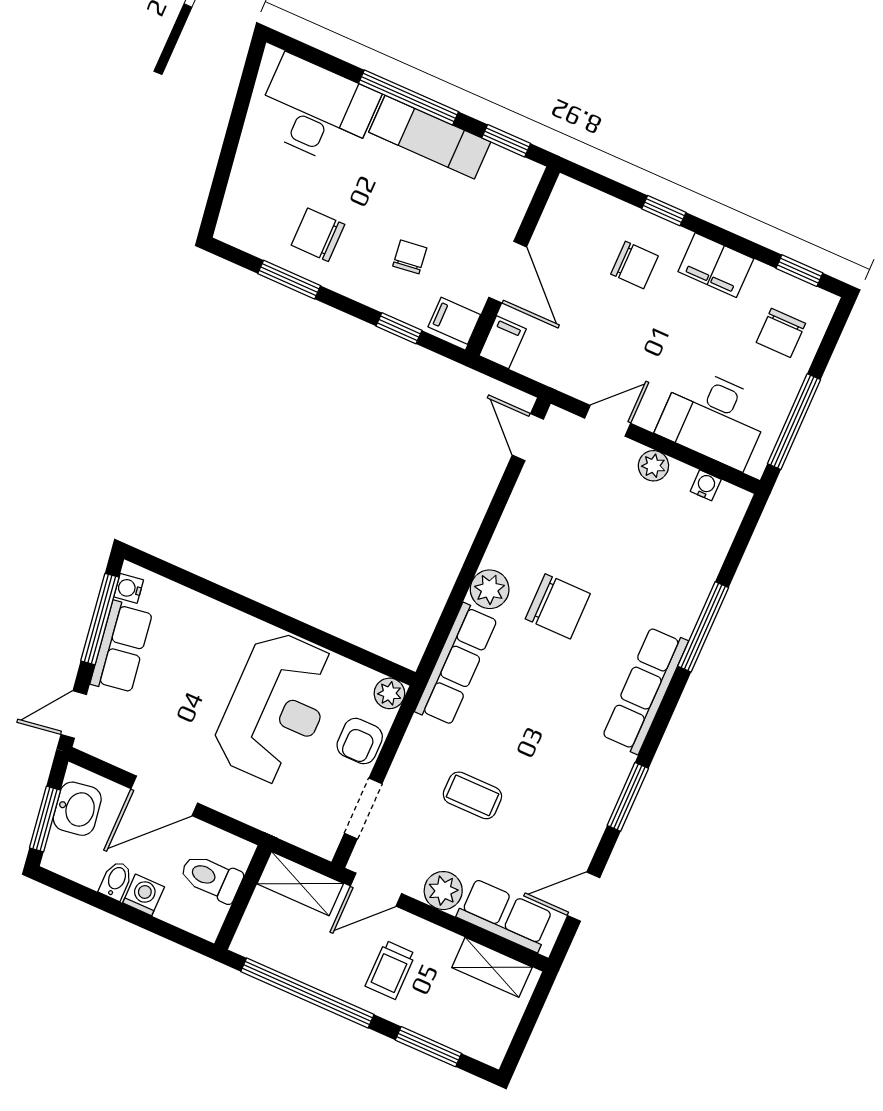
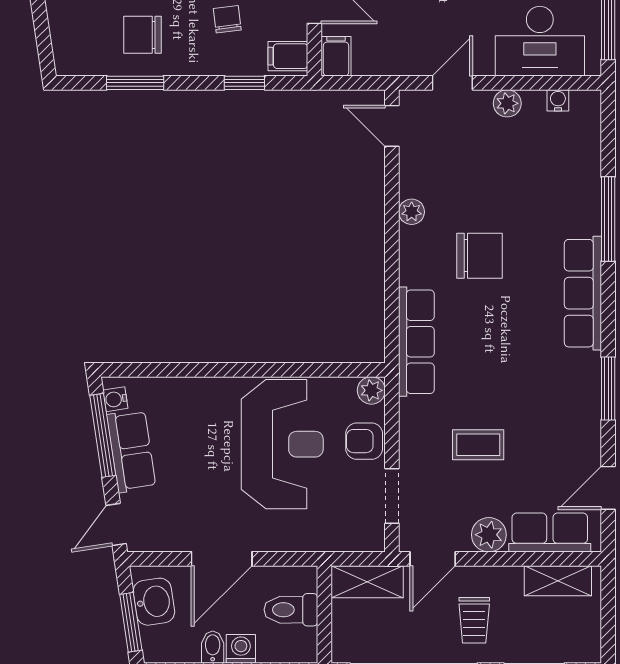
plant: (490, 589) -> (412, 212), moved, width x0.73, depth x0.73
armchair: (360, 741) -> (364, 441), turned 90

